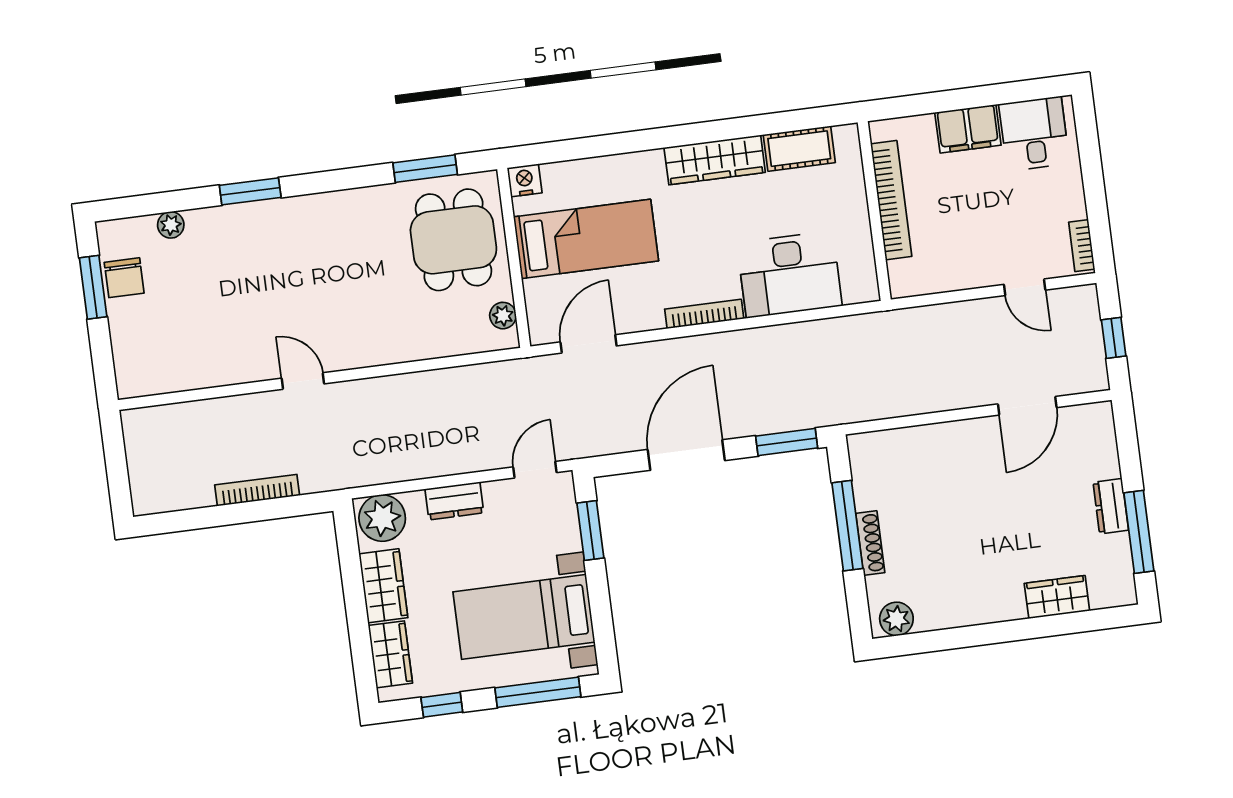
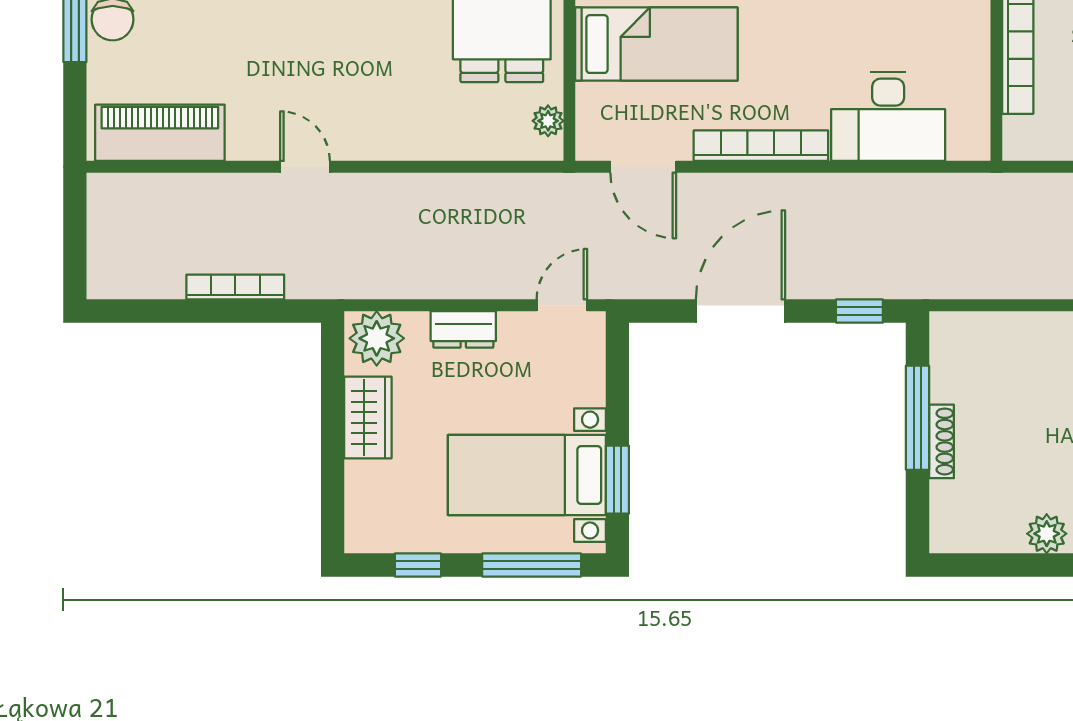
bookcase: (704, 314) -> (761, 146), width x1.48, depth x1.31
door: (588, 344) -> (643, 167), swing flipped
piano: (177, 368) -> (160, 133), added
window: (787, 442) -> (859, 311), width x0.67
window: (590, 531) -> (617, 480), moved
plant: (896, 619) -> (1047, 534), moved
wardrobe: (390, 654) -> (366, 498), removed

